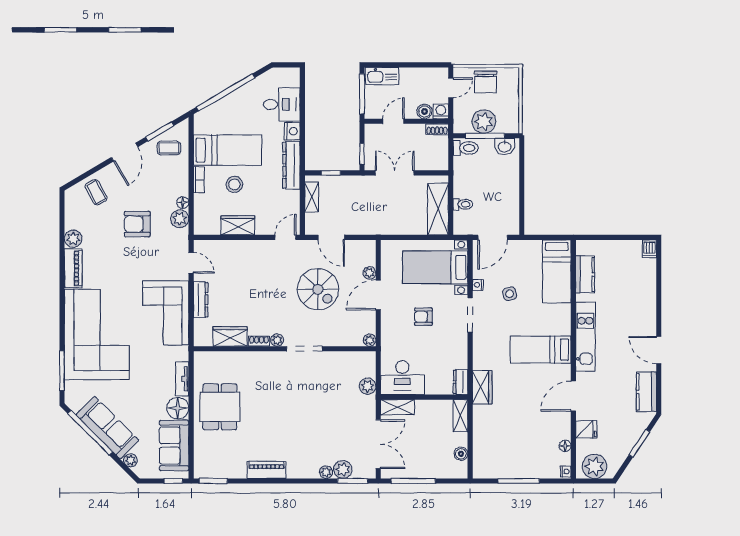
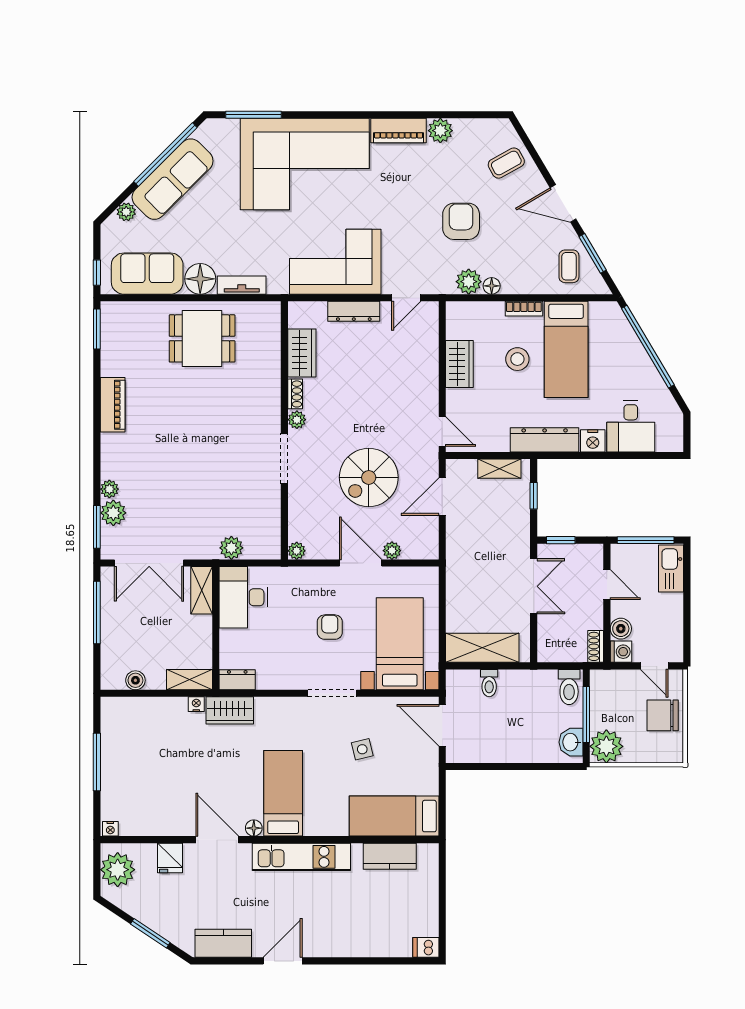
plant: (484, 122) -> (606, 746), moved
nightstand: (478, 285) -> (196, 704), moved
floor lamp: (565, 446) -> (254, 828), moved

